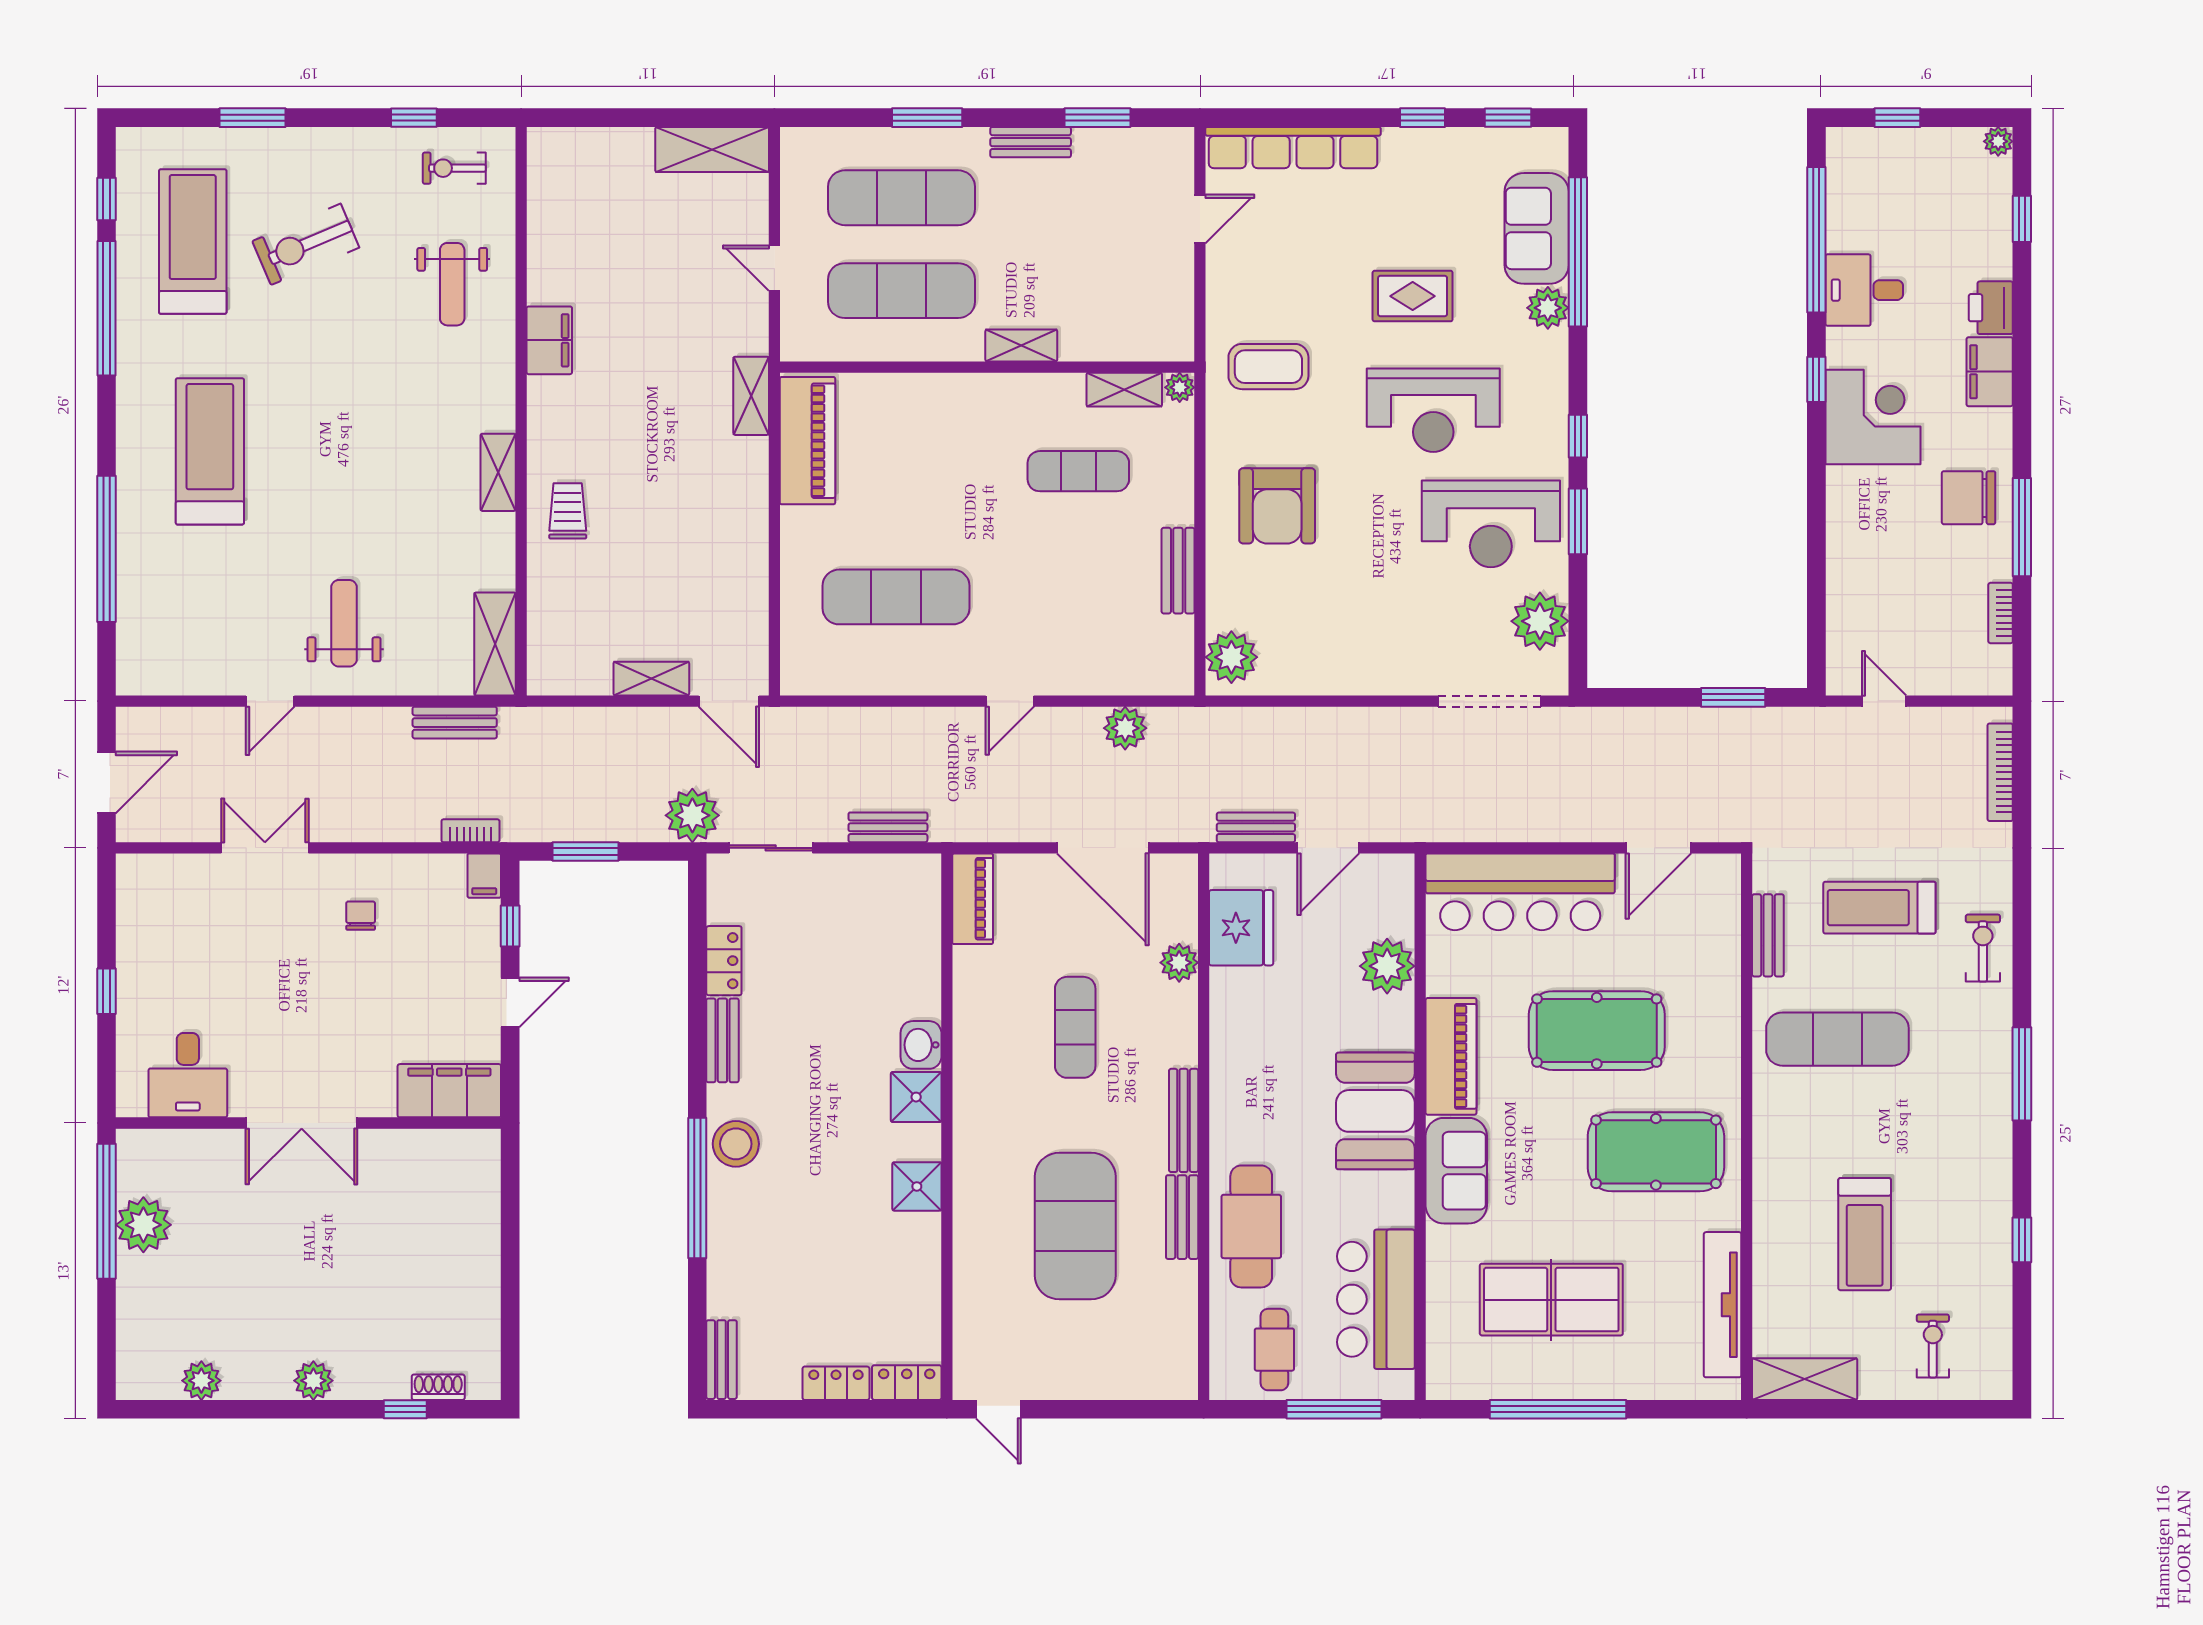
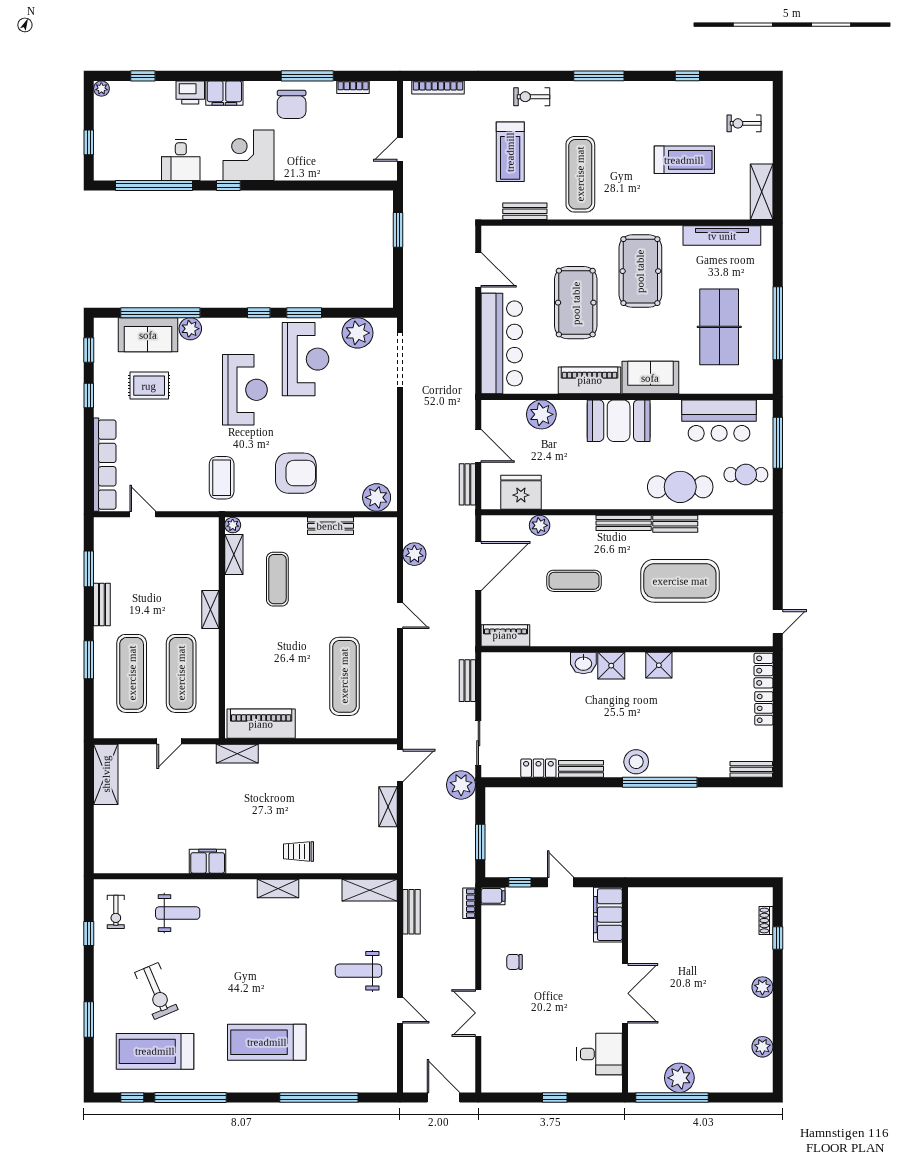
rug: (1413, 296) -> (149, 386), moved, turned 90

